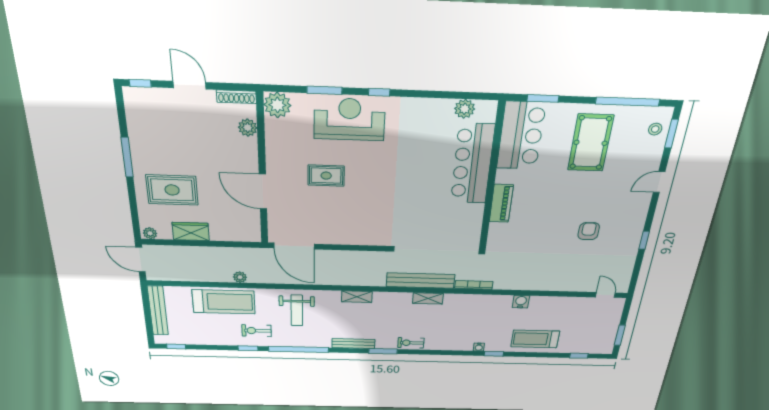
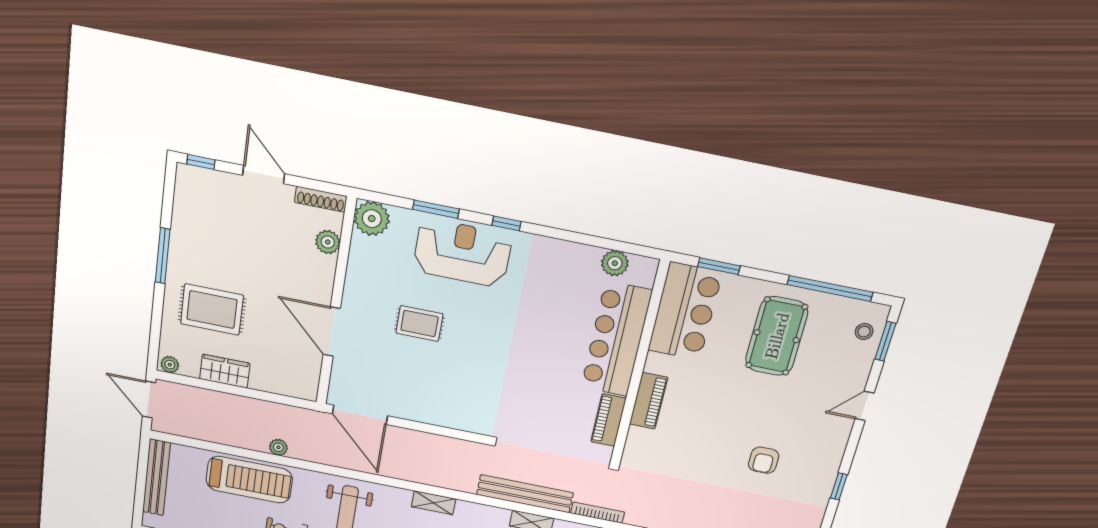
piano: (474, 221) -> (608, 420), added
armchair: (589, 231) -> (764, 460), turned 180

